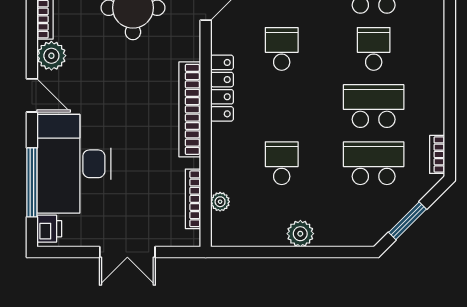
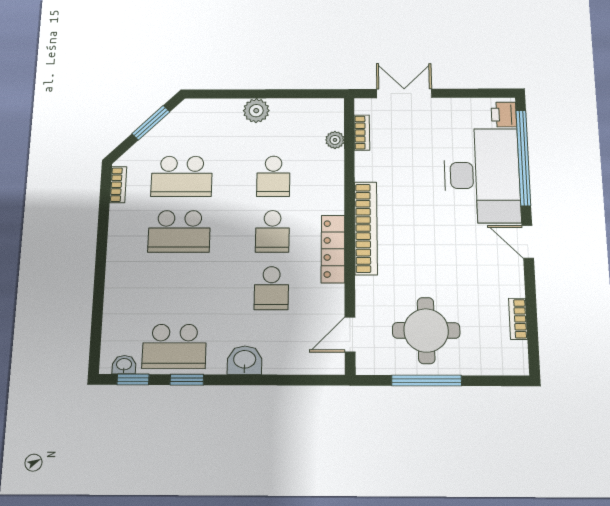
school desk: (374, 49) -> (272, 231), moved
plant: (51, 56) -> (510, 281), removed
window: (32, 182) -> (523, 158), width x1.46
bookcase: (193, 199) -> (362, 133), width x0.64
double door: (127, 252) -> (404, 93), moved

